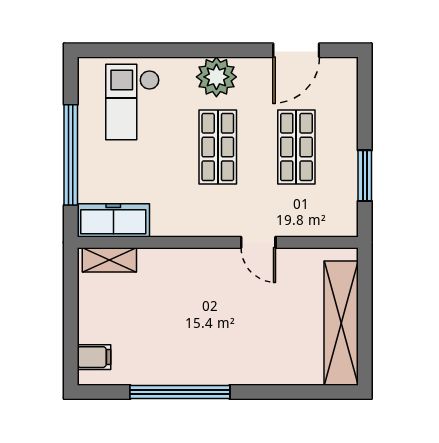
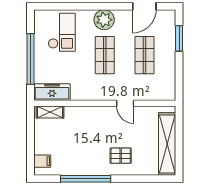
checkout: (132, 102) -> (62, 32), turned 180
window: (365, 176) -> (179, 38), moved
pallet: (249, 346) -> (121, 156), added

